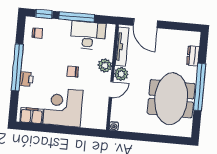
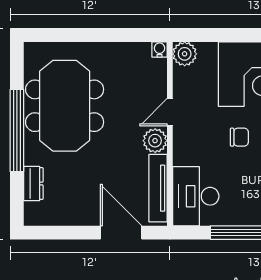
desk: (88, 35) -> (196, 196), moved, turned 90
plant: (105, 65) -> (185, 54), moved

